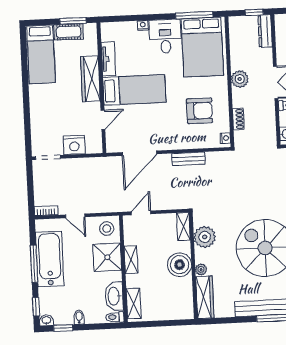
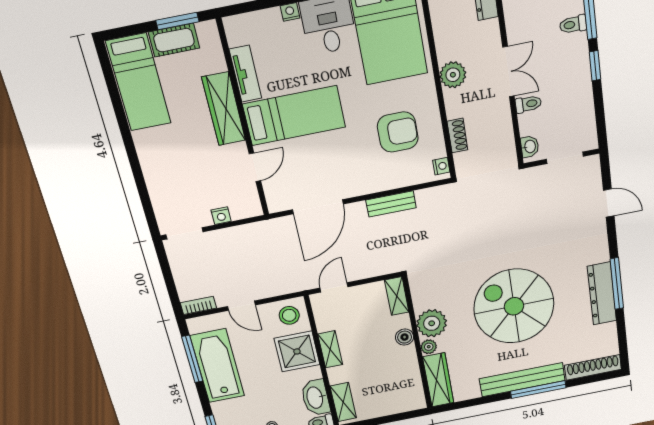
nightstand: (74, 145) -> (221, 216), width x0.53, depth x0.56
plant: (205, 237) -> (432, 323), moved
window: (34, 264) -> (192, 359), moved
boiler: (180, 265) -> (405, 337), width x0.54, depth x0.54

